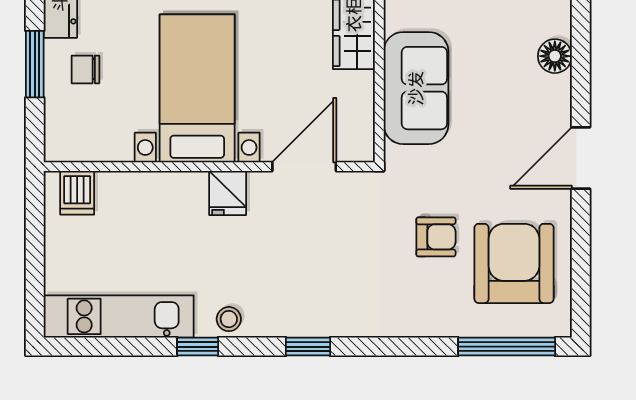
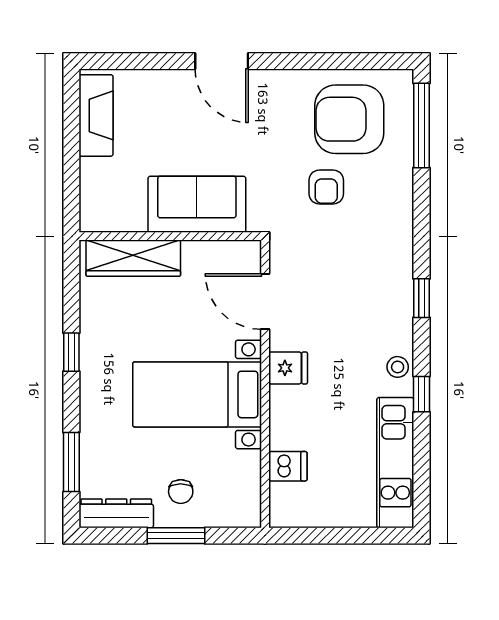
floor lamp: (555, 56) -> (169, 84), removed
door: (581, 158) -> (222, 61), moved
dishwasher: (77, 193) -> (288, 466), moved
armchair: (436, 237) -> (326, 187), turned 180

